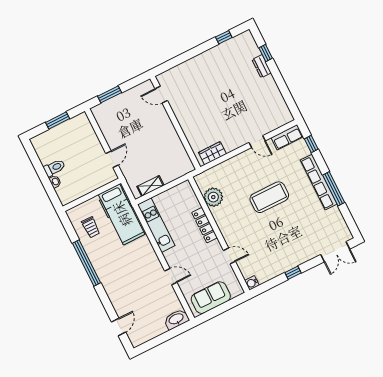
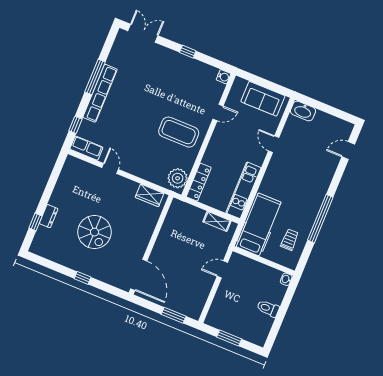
window: (224, 37) -> (83, 278), moved
spiral stairs: (221, 90) -> (95, 232), added
door: (161, 95) -> (139, 275), width x1.88
washbasin: (55, 182) -> (286, 279), moved
plant: (213, 197) -> (178, 178), moved
coffee table: (269, 197) -> (179, 132), moved
locker: (205, 225) -> (199, 182), moved
door: (229, 256) -> (218, 113), swing flipped

